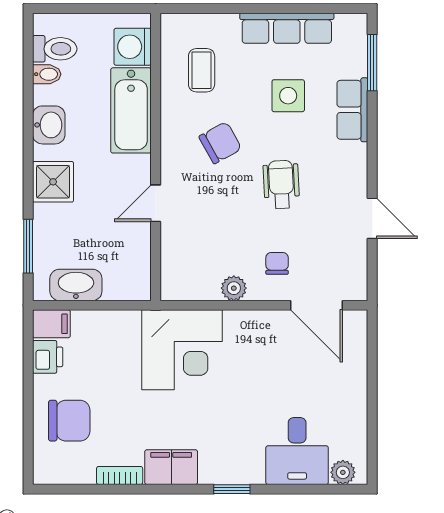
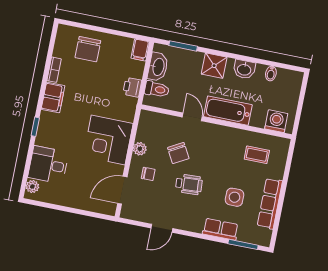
toilet: (55, 49) -> (157, 89), moved, turned -90
bathtub: (131, 110) -> (228, 111), moved
chair: (220, 143) -> (178, 153), moved
corner desk: (182, 350) -> (108, 140), moved
printer: (48, 357) -> (132, 87), moved, turned 90

